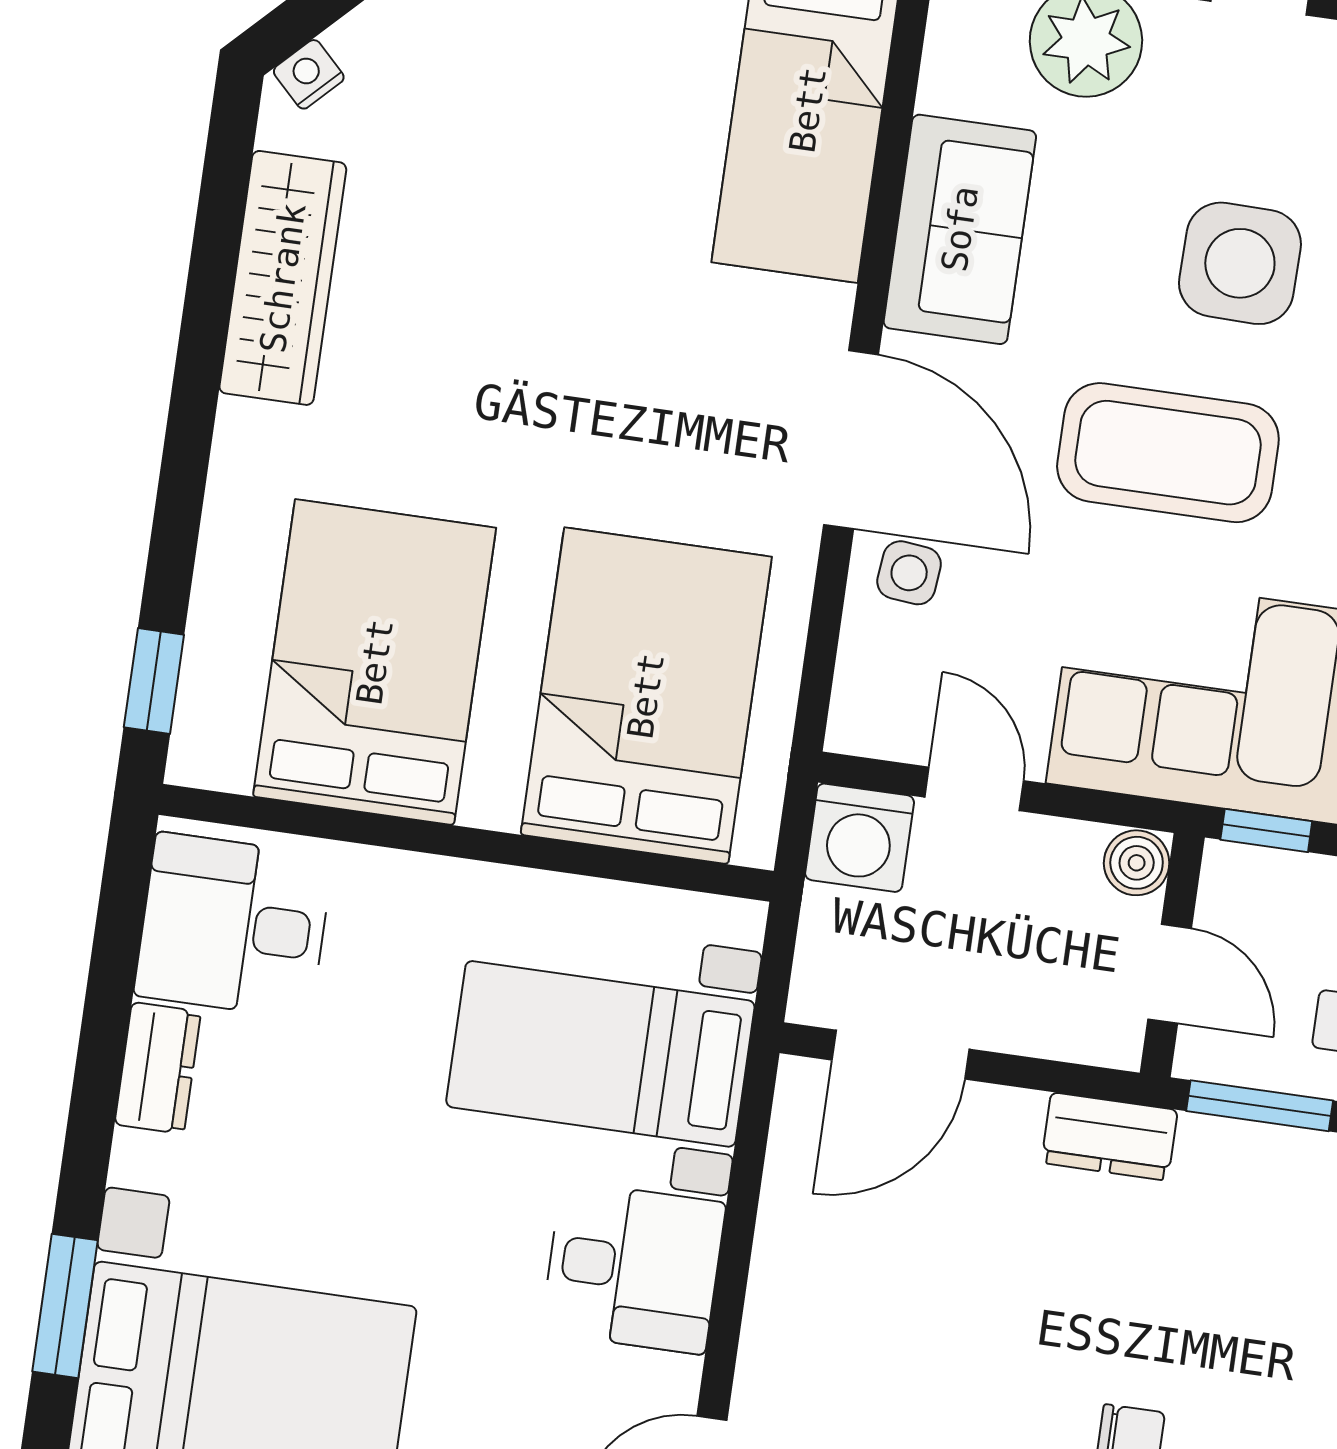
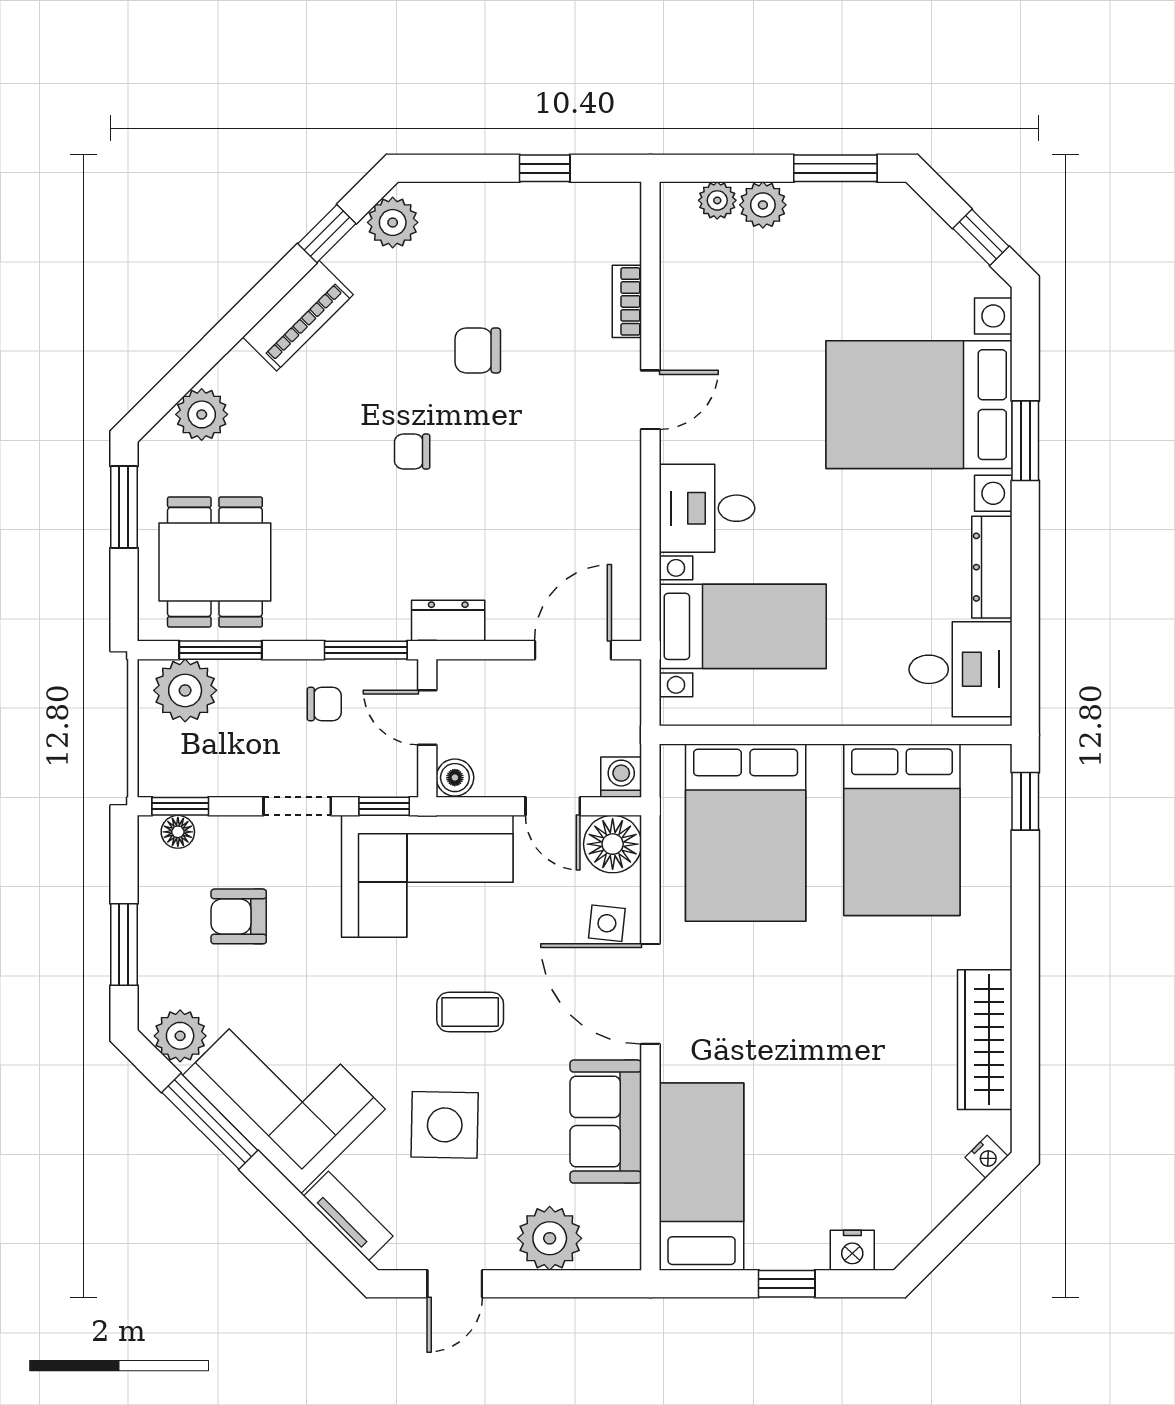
coffee table: (1168, 453) -> (470, 1012), width x0.54, depth x0.58
floor lamp: (880, 709) -> (613, 844), added
washing machine: (860, 838) -> (621, 777), width x0.73, depth x0.73
dresser: (158, 1068) -> (992, 567), width x1.44

